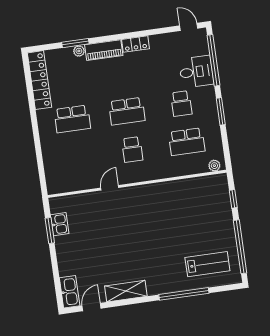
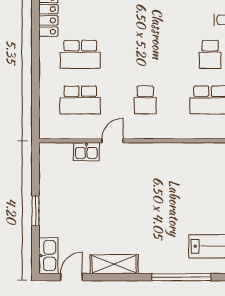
school desk: (127, 111) -> (80, 100), moved
kitchen sink: (60, 224) -> (86, 152), moved, turned 90
window: (50, 231) -> (35, 211), moved

